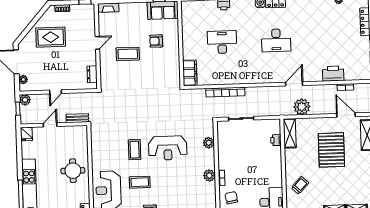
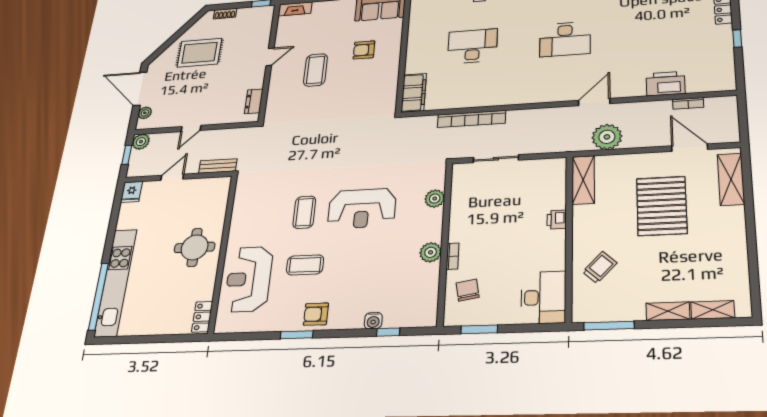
coffee table: (128, 54) -> (315, 70), turned 90
printer: (276, 140) -> (557, 220), moved

